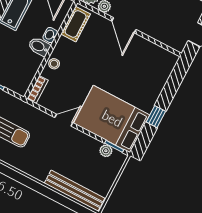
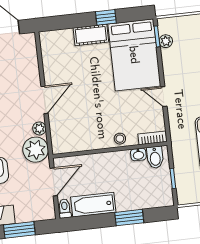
cot: (76, 24) -> (91, 35), moved
washbasin: (50, 35) -> (138, 154), moved
bidet: (39, 47) -> (155, 157), moved

